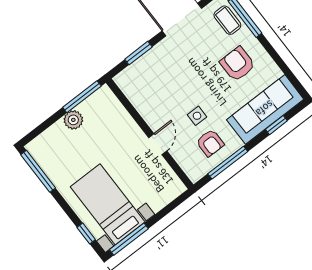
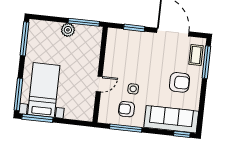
armchair: (238, 64) -> (180, 82), turned 90
window: (276, 125) -> (182, 134), moved
armchair: (210, 143) -> (127, 109), turned 90
window: (86, 233) -> (18, 94), width x2.17

